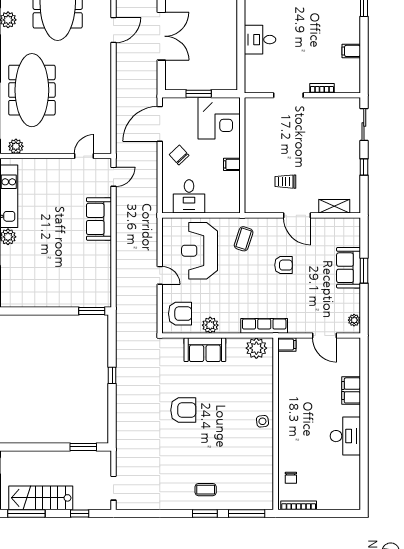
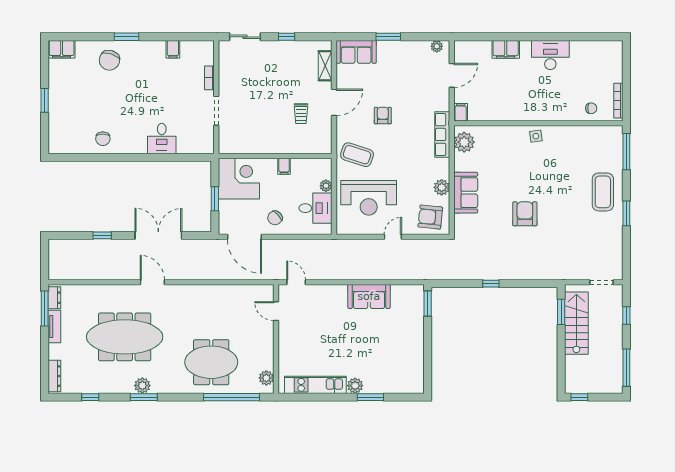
meeting table: (32, 90) -> (211, 362), width x0.73
plant: (212, 207) -> (326, 186), added
sofa: (99, 219) -> (369, 296), moved
coffee table: (244, 239) -> (357, 155), width x1.36, depth x1.30
sofa: (349, 268) -> (356, 52), moved
armchair: (180, 314) -> (430, 217), turned -84
coffee table: (206, 490) -> (603, 192), width x1.86, depth x1.72
stairs: (41, 498) -> (576, 323), moved, turned 180
window: (205, 514) -> (626, 213), moved

